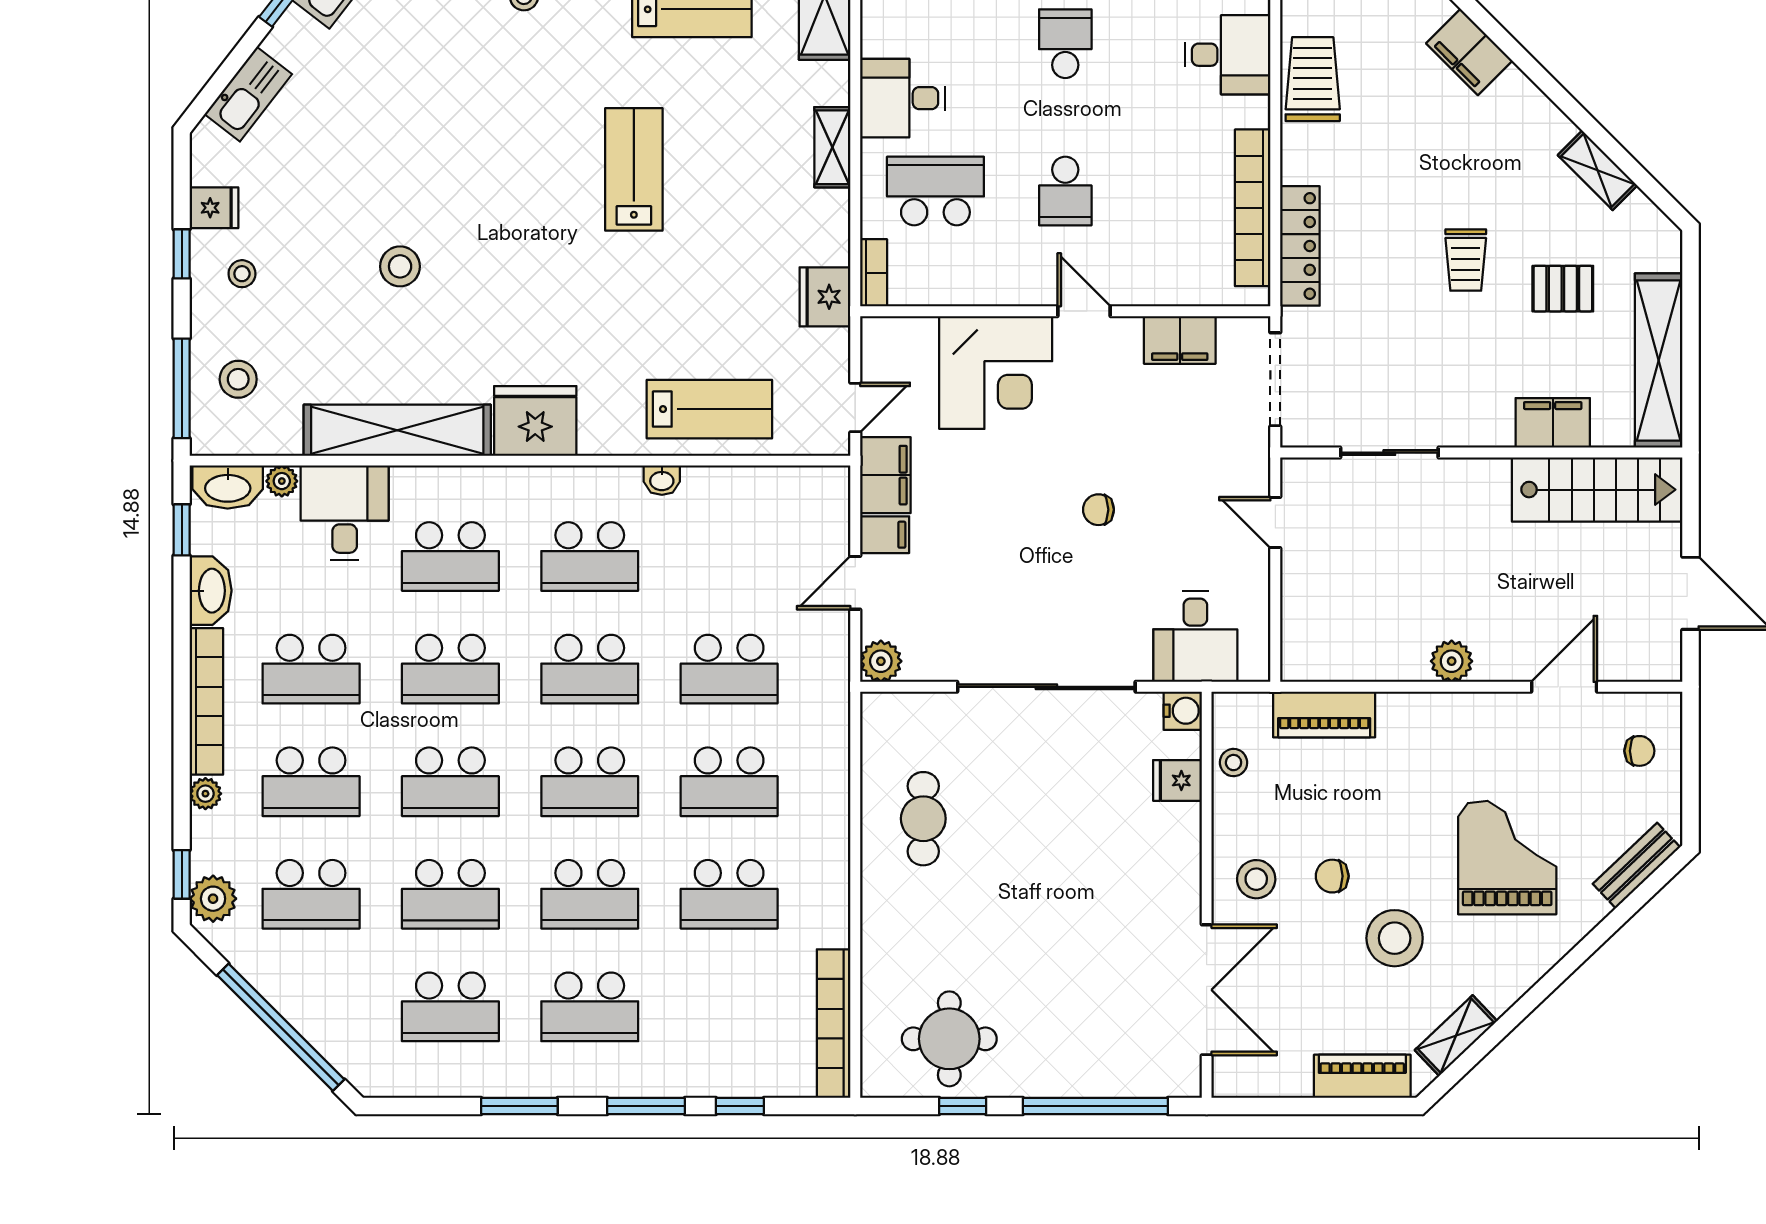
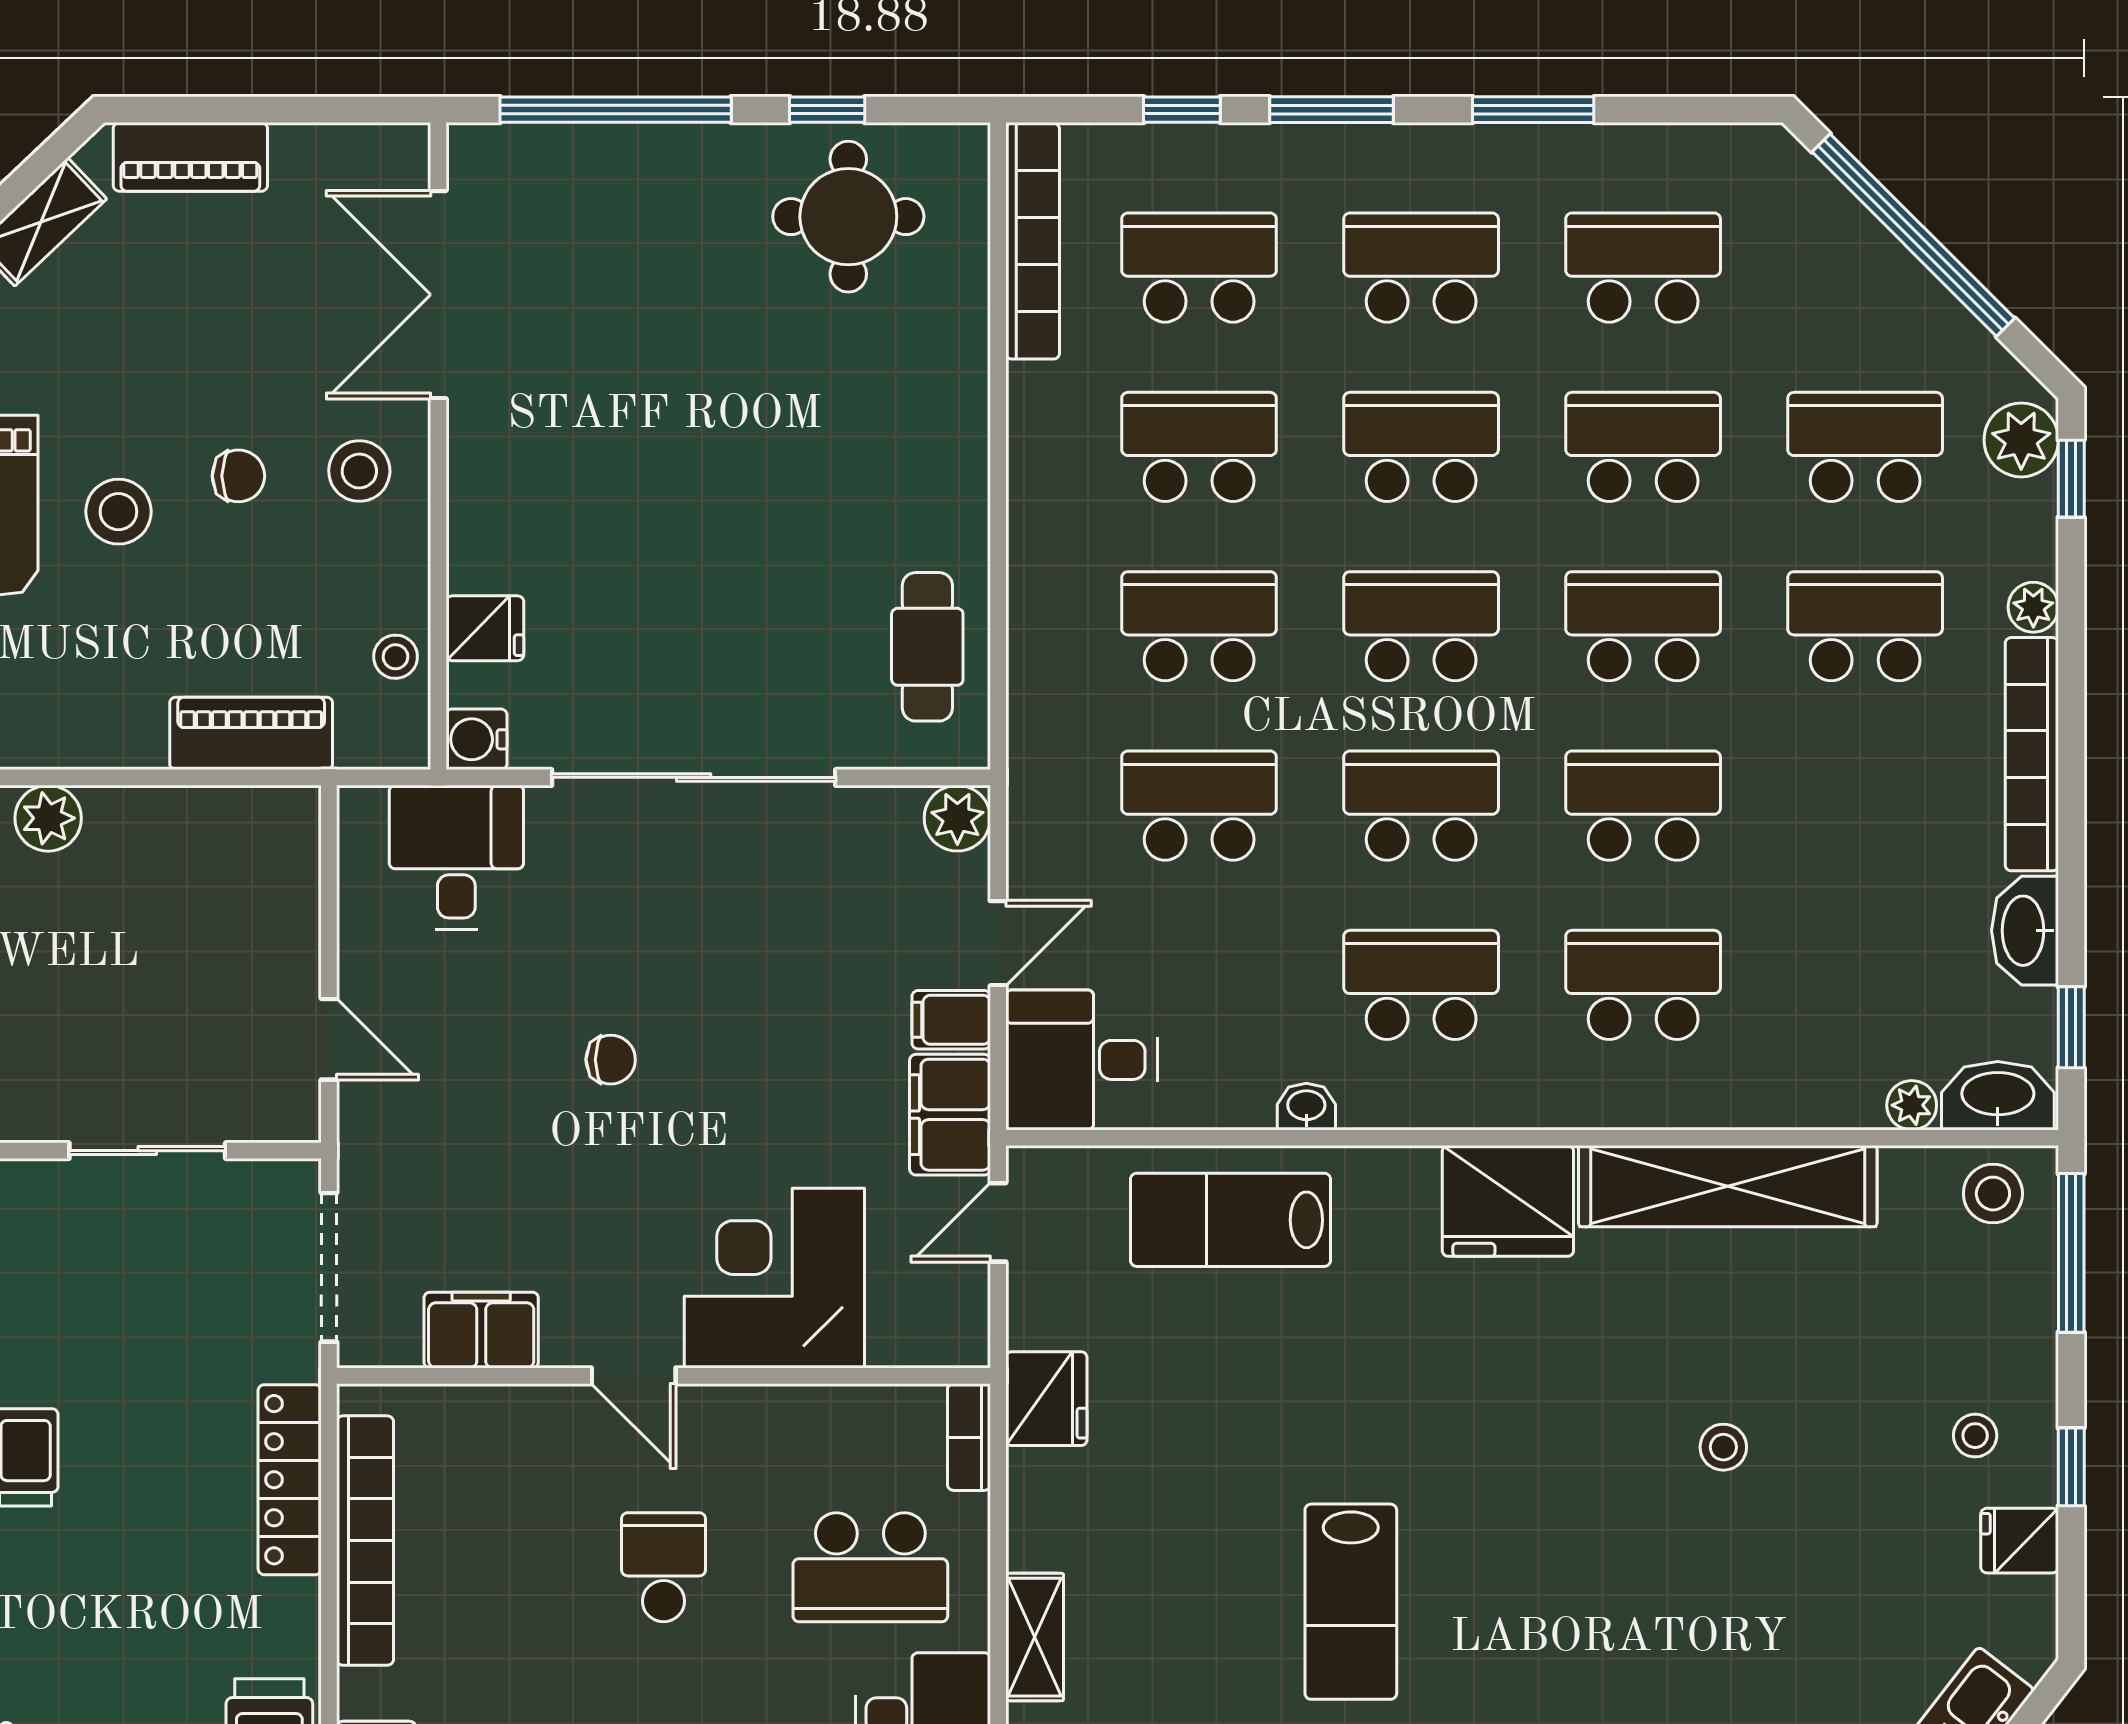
stool: (400, 266) -> (1723, 1447), width x0.73, depth x0.73
stool: (238, 379) -> (1993, 1194), moved
desk: (345, 513) -> (1081, 1060), moved, turned 90
school desk: (311, 669) -> (1199, 268), moved
cafe table: (923, 819) -> (927, 647), moved
stool: (1395, 938) -> (118, 512), moved, width x0.73, depth x0.73

